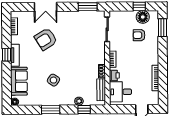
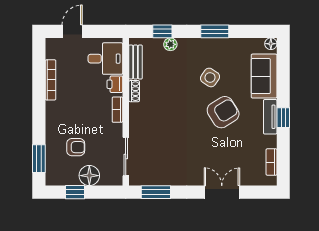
floor lamp: (143, 17) -> (89, 176), moved
armchair: (46, 39) -> (223, 112), moved

